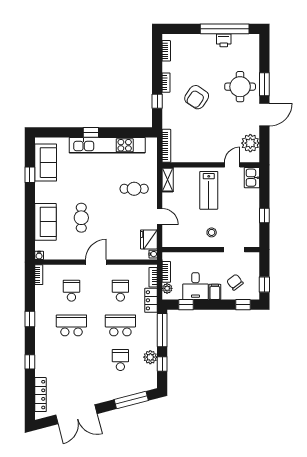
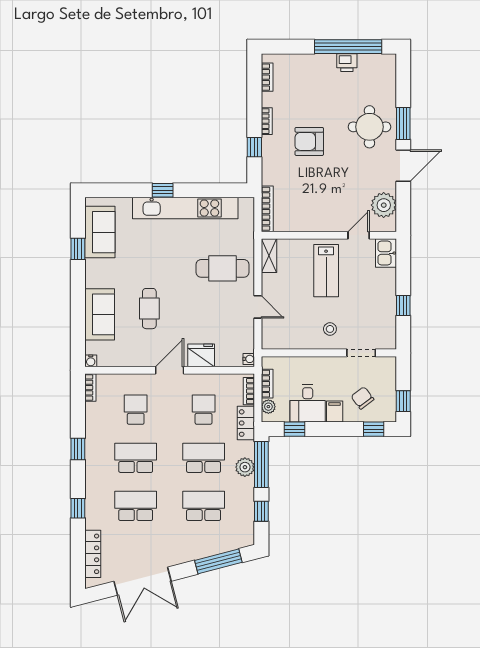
armchair: (197, 97) -> (309, 141), turned 56
cafe table: (134, 189) -> (223, 268), width x1.37, depth x1.35
fridge: (149, 239) -> (201, 355), moved, turned 90
plant: (150, 357) -> (245, 467), moved
school desk: (71, 360) -> (136, 506), added
school desk: (120, 360) -> (204, 506), width x1.85

